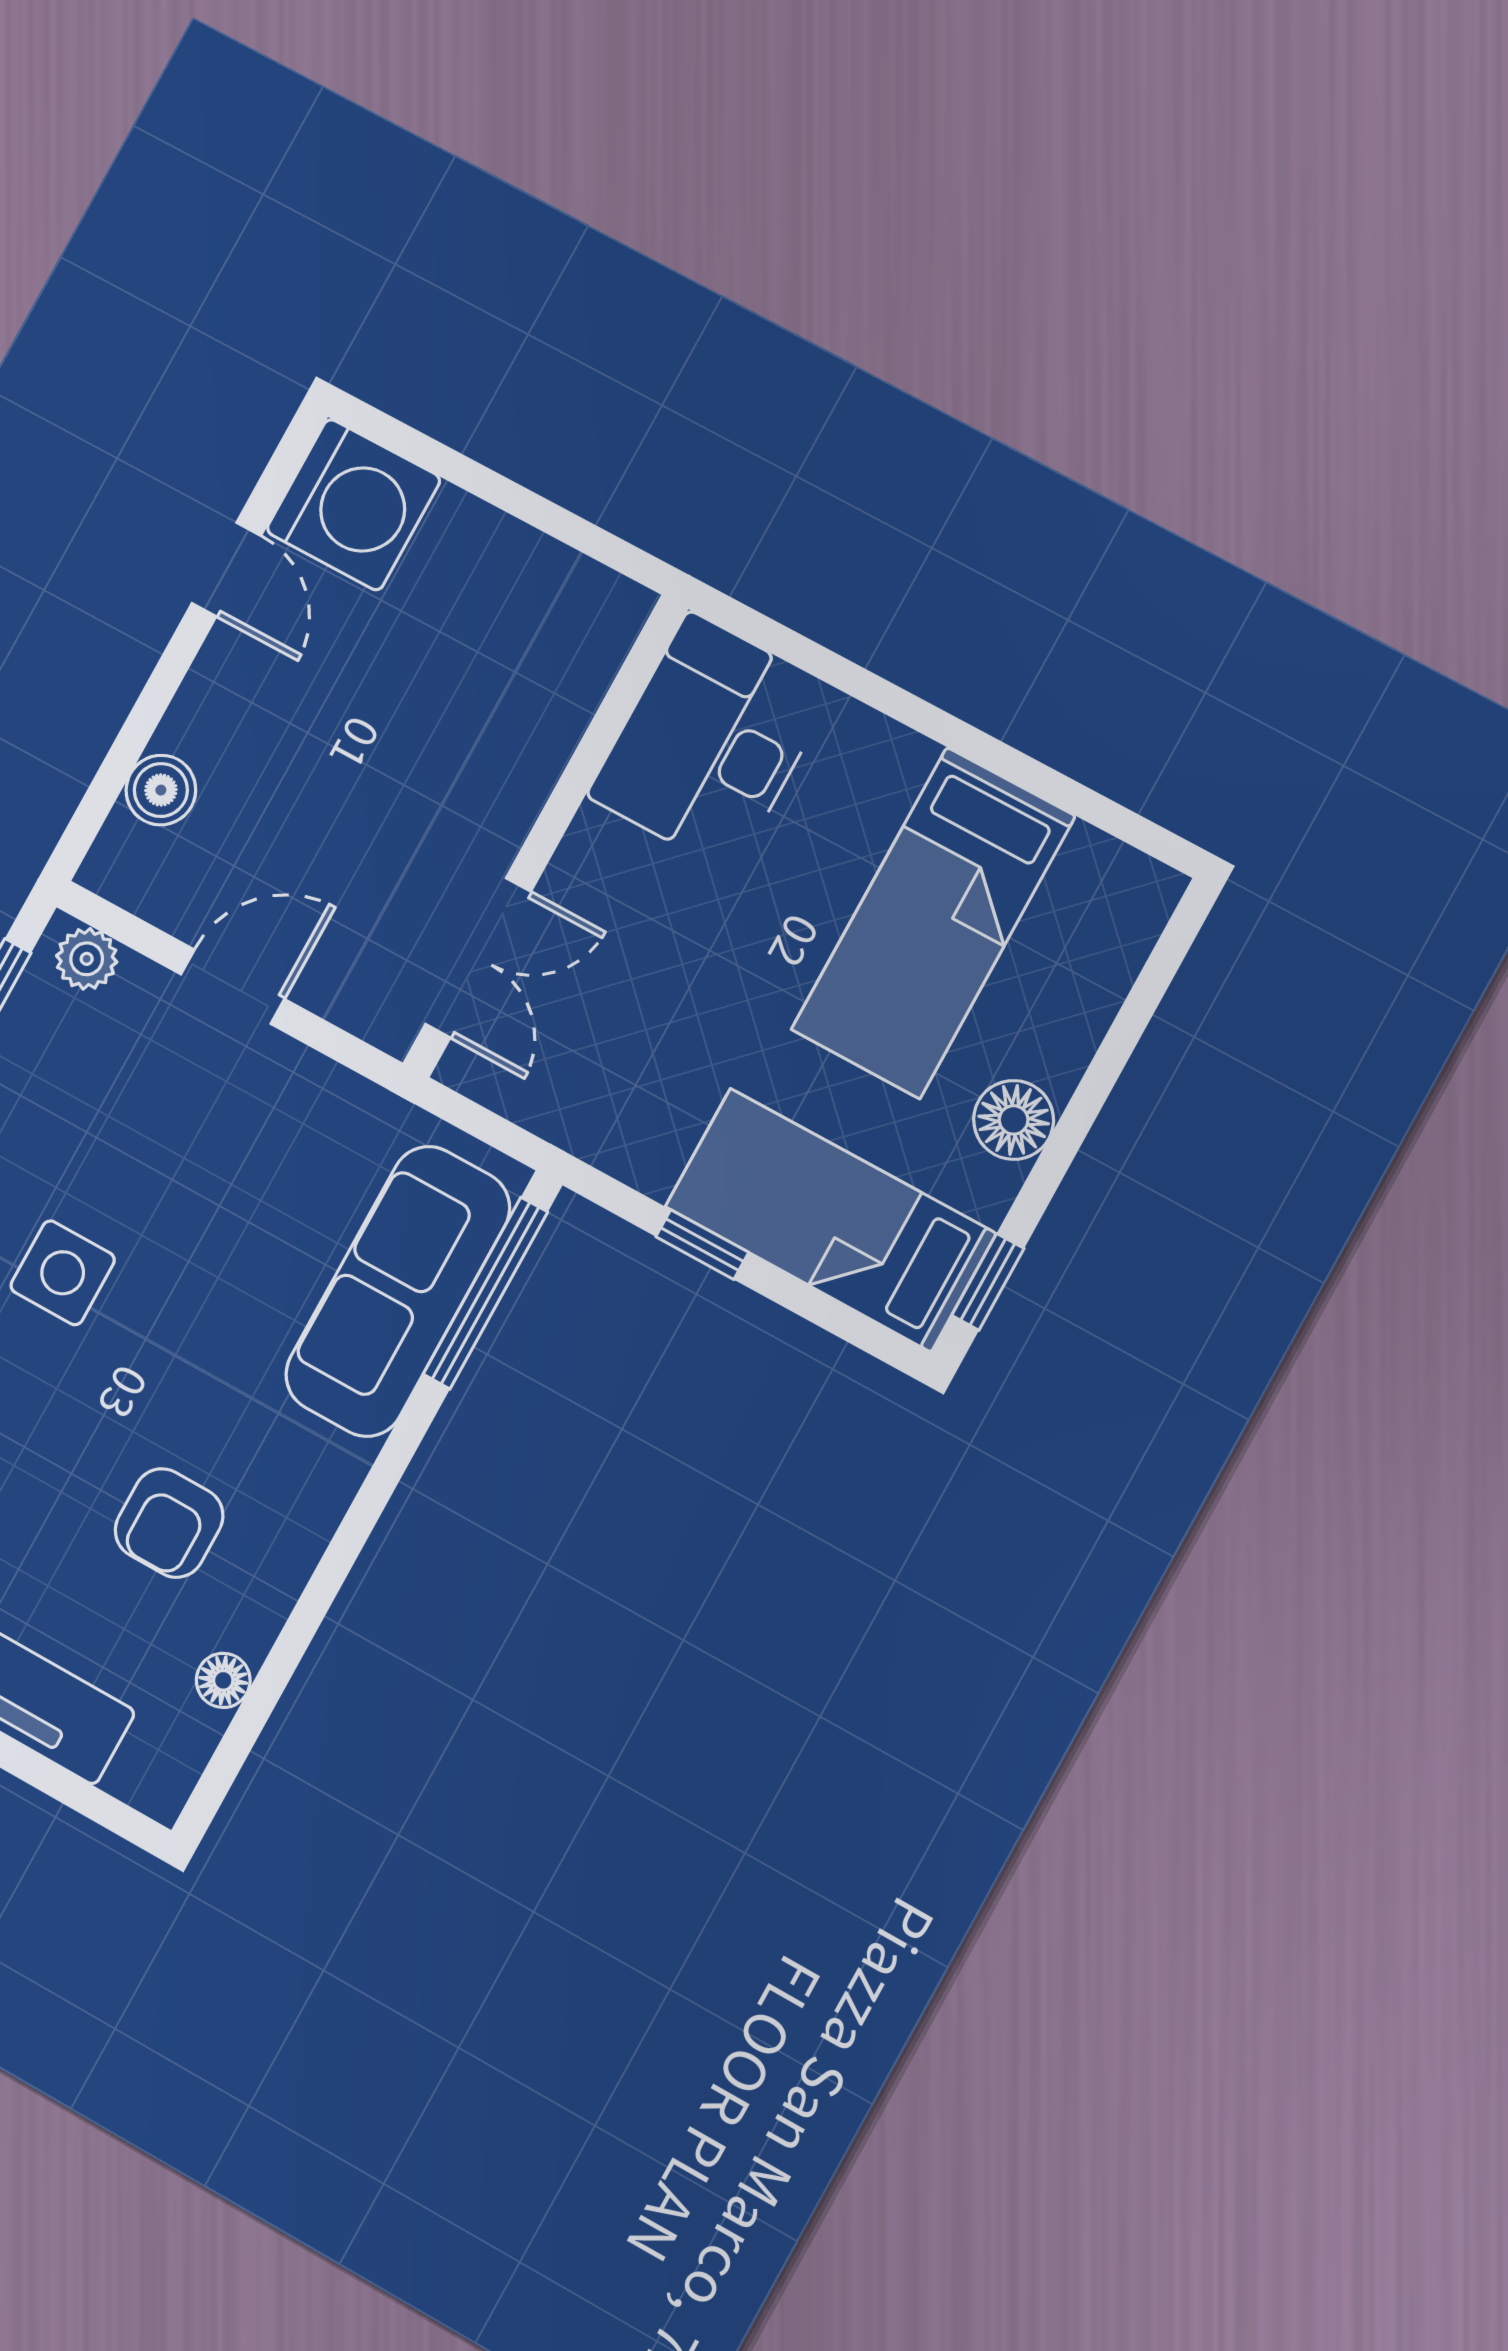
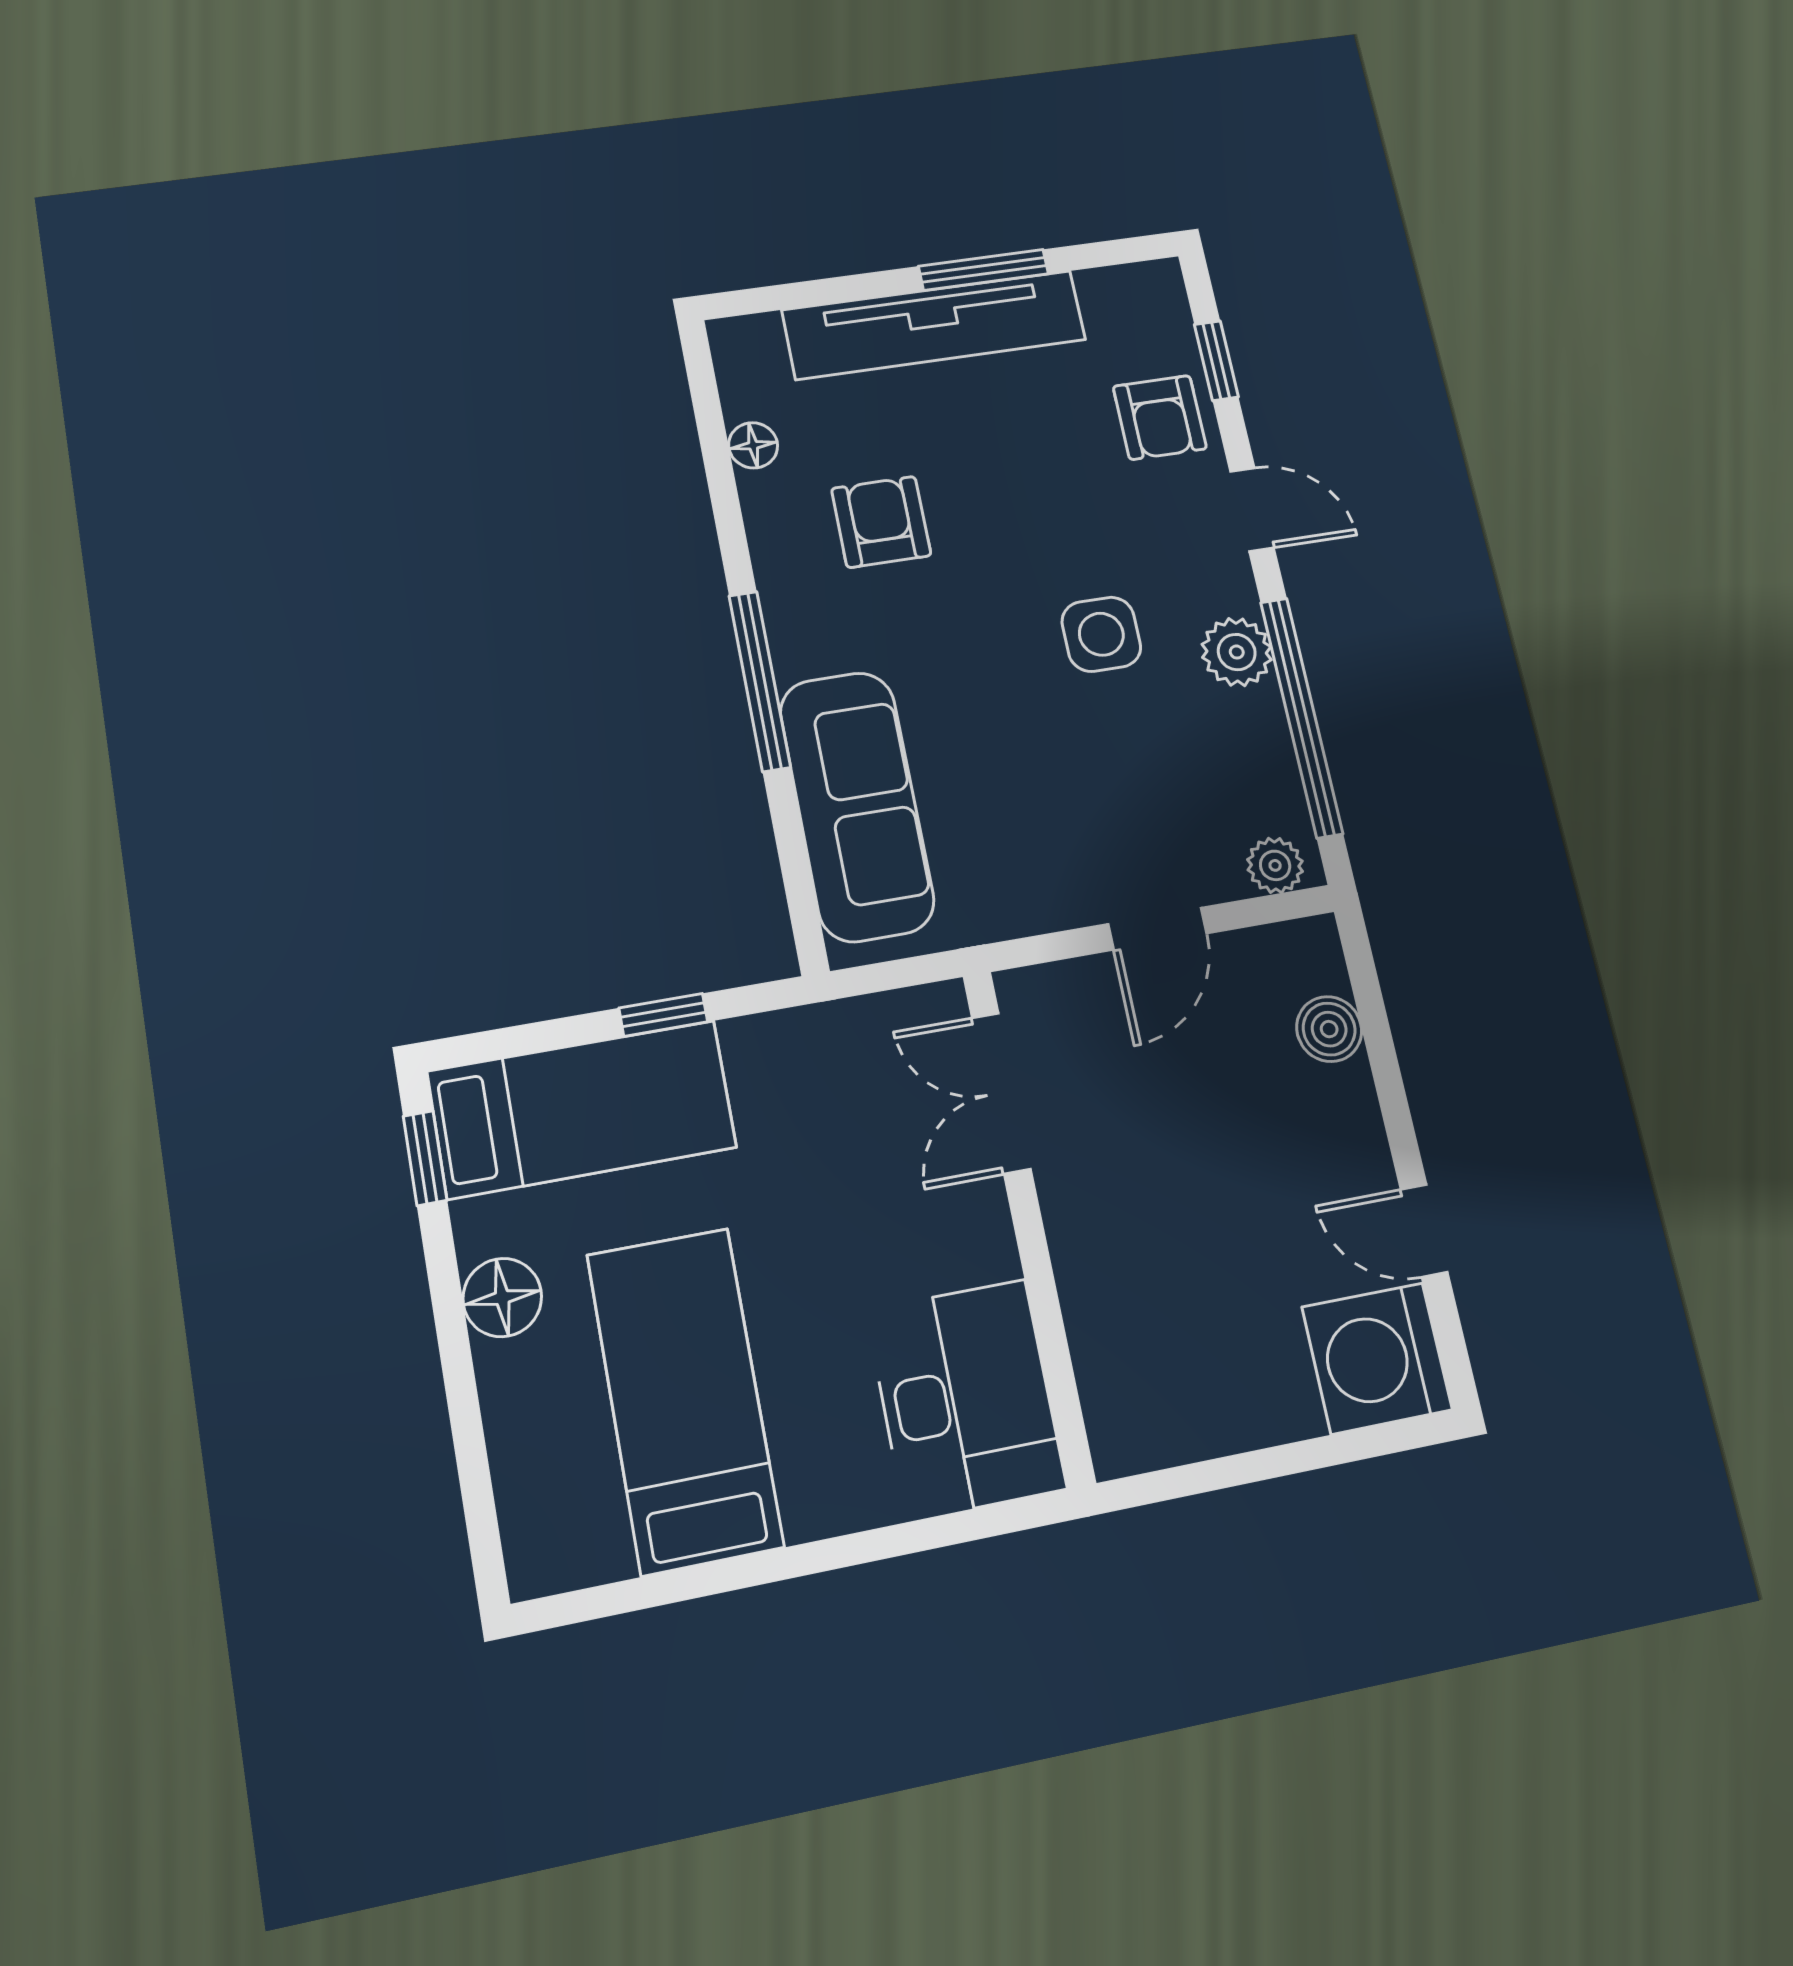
window: (485, 1293) -> (760, 681), moved

